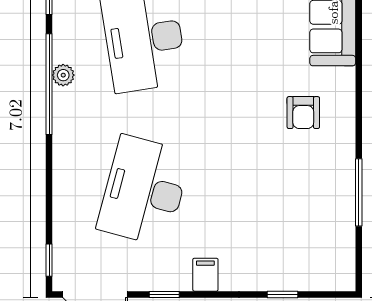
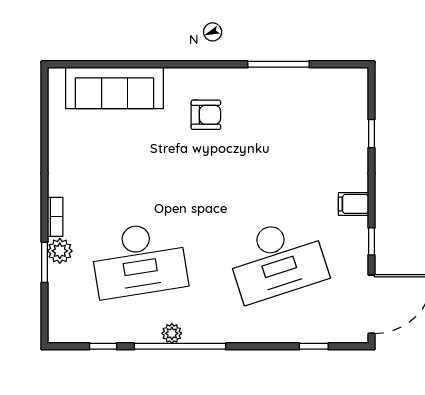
desk: (144, 191) -> (277, 260), turned -33
window: (49, 260) -> (314, 346), moved

